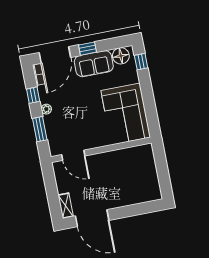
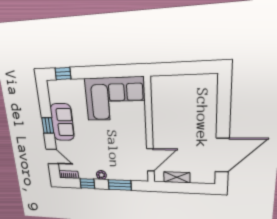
door: (55, 55) -> (52, 156), width x0.53
floor lamp: (121, 56) -> (56, 94), removed
shelving: (66, 206) -> (177, 177), moved

